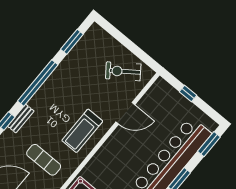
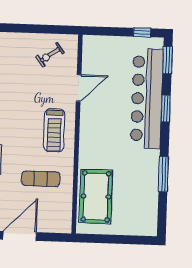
exercise bike: (123, 71) -> (50, 55), width x0.73, depth x0.72
window: (188, 93) -> (142, 33), moved

